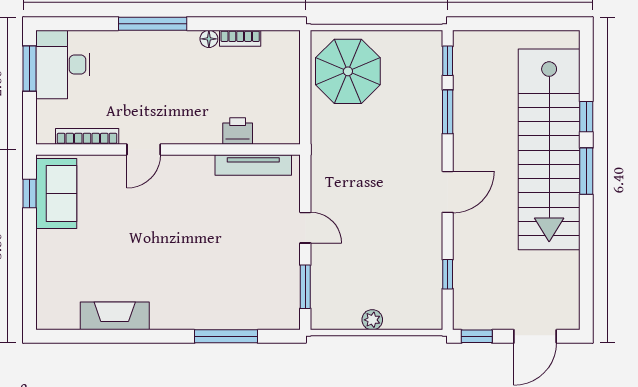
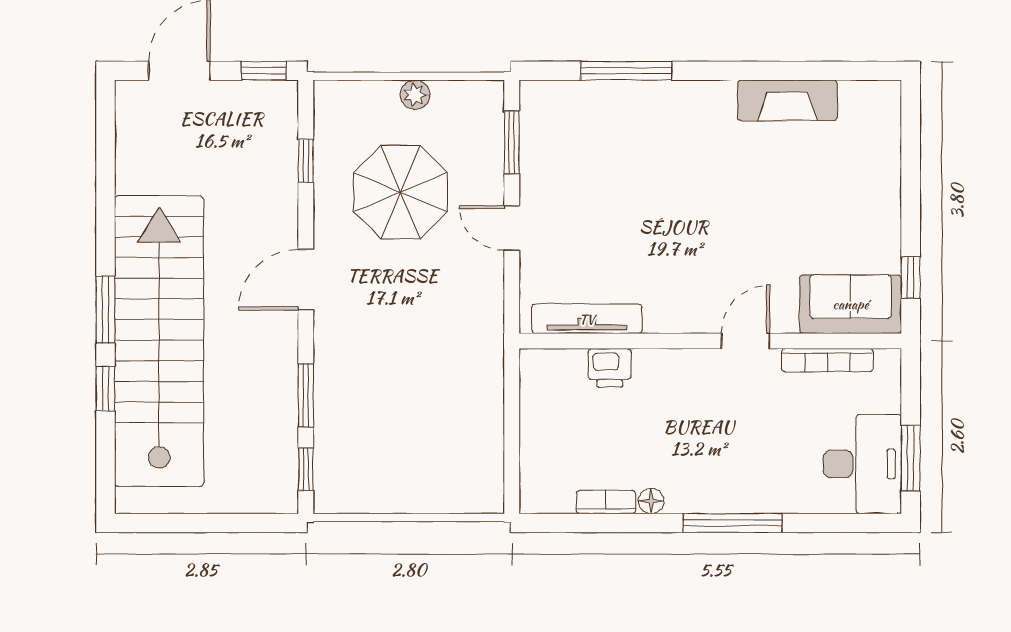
parasol: (348, 71) -> (400, 192), moved
sofa: (56, 193) -> (851, 304), moved, turned 90

